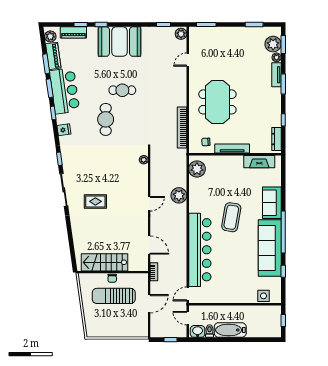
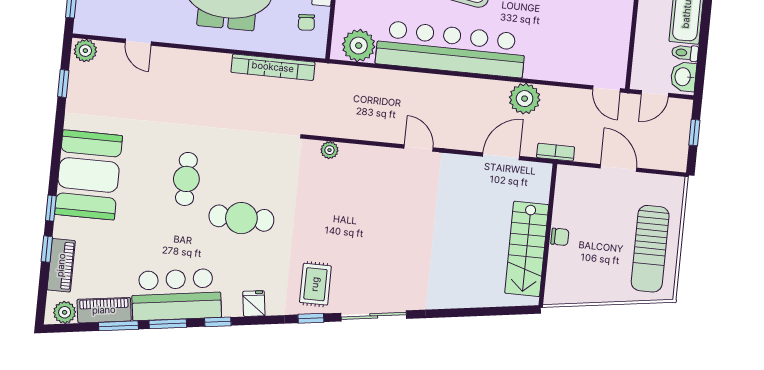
plant: (179, 195) -> (525, 99), moved
rug: (95, 201) -> (315, 284), moved
bar counter: (200, 250) -> (451, 49), moved
sun lounger: (114, 296) -> (650, 249), moved

